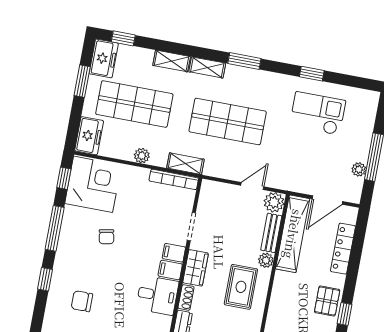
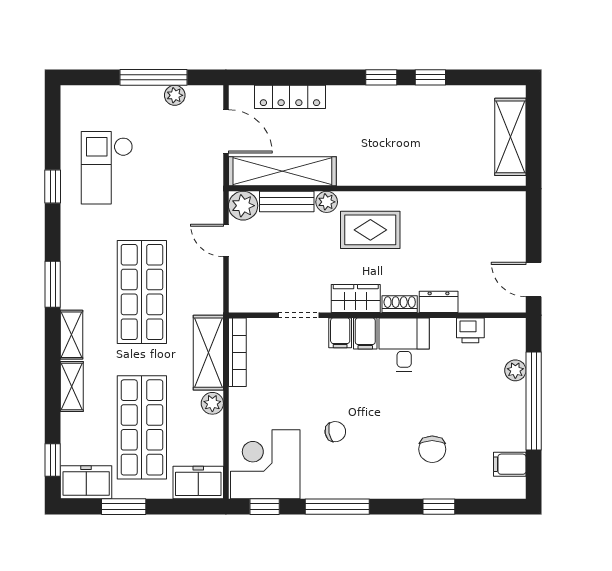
shelving: (185, 164) -> (208, 353), width x1.50, depth x1.33
window: (45, 279) -> (439, 507), moved
pallet: (327, 301) -> (368, 105), removed

